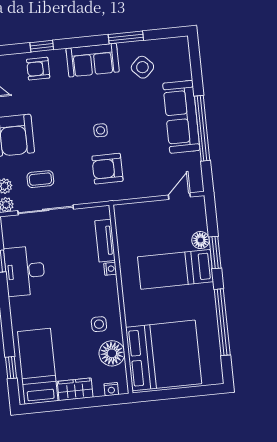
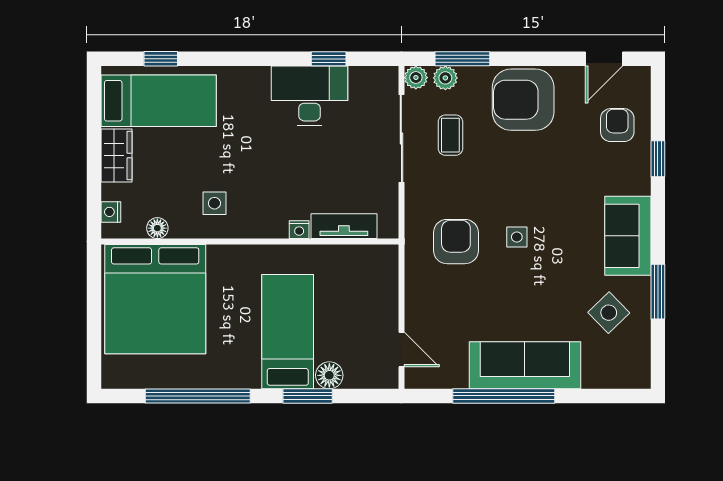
armchair: (38, 69) -> (617, 125), moved
floor lamp: (112, 353) -> (157, 228), width x0.53, depth x0.53

